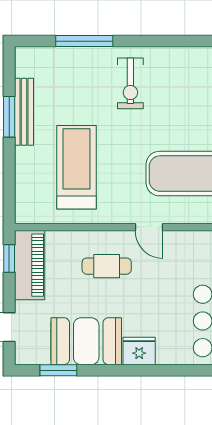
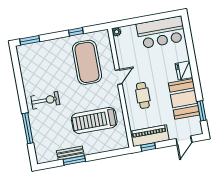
bench: (24, 112) -> (70, 153), width x0.73

